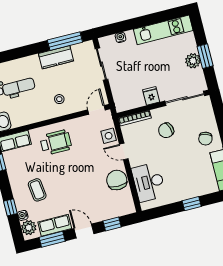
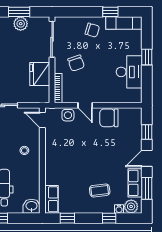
fridge: (151, 96) -> (40, 74), width x1.88, depth x1.34
wheelchair: (56, 142) -> (62, 163), removed
door: (124, 151) -> (85, 105), hinge flipped
desk: (149, 182) -> (129, 72), moved, turned -90

